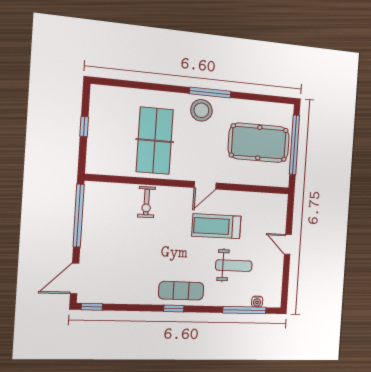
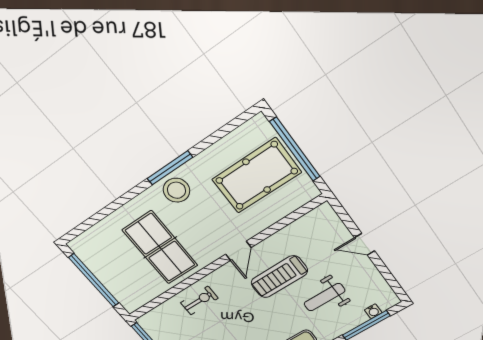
window: (84, 127) -> (94, 280), width x3.17
exercise bike: (146, 202) -> (199, 301), turned -90
weight bench: (234, 266) -> (324, 297), turned 180

